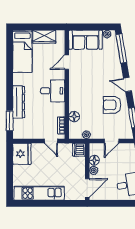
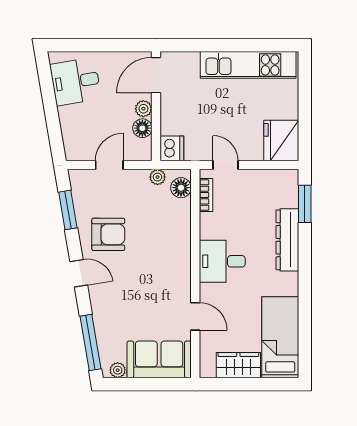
door: (67, 62) -> (195, 316), hinge flipped
floor lamp: (74, 117) -> (181, 188), moved

